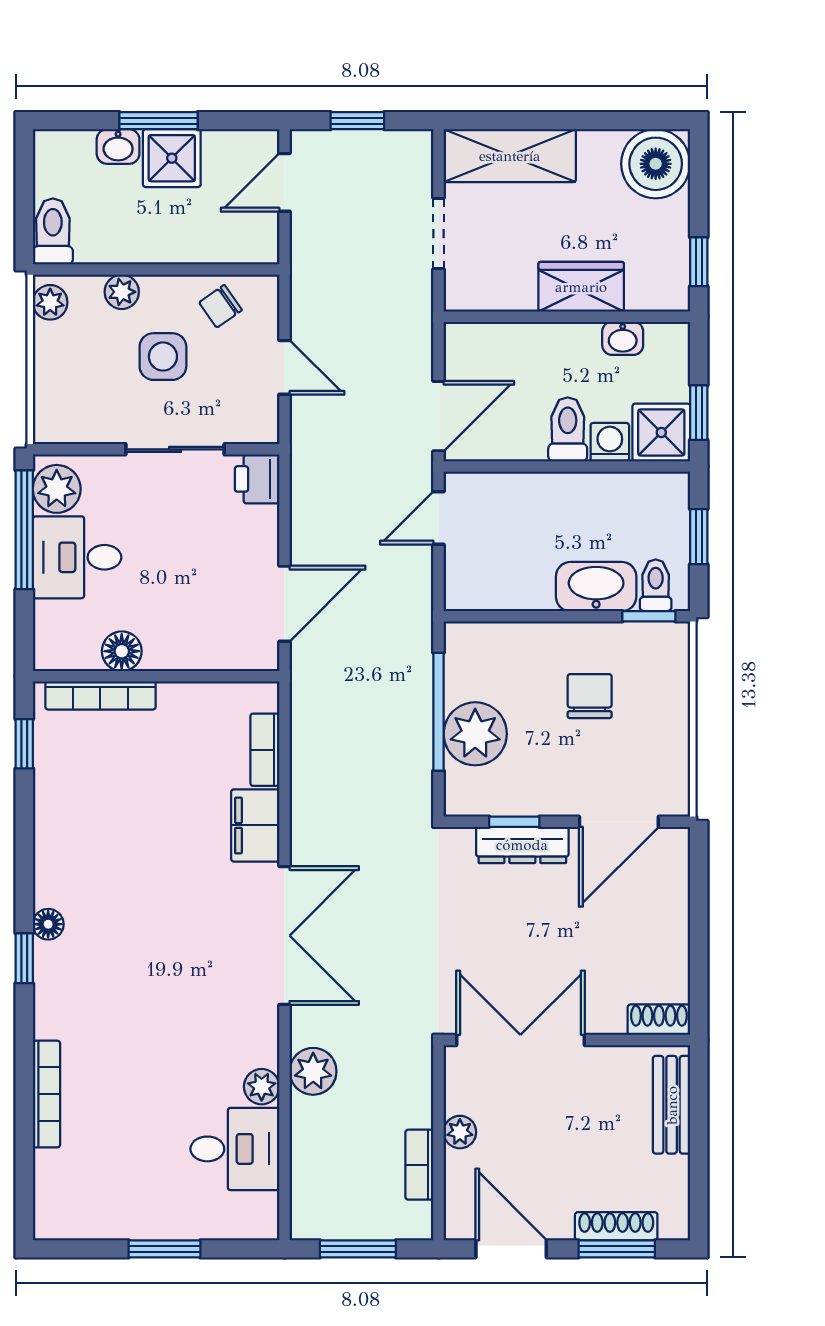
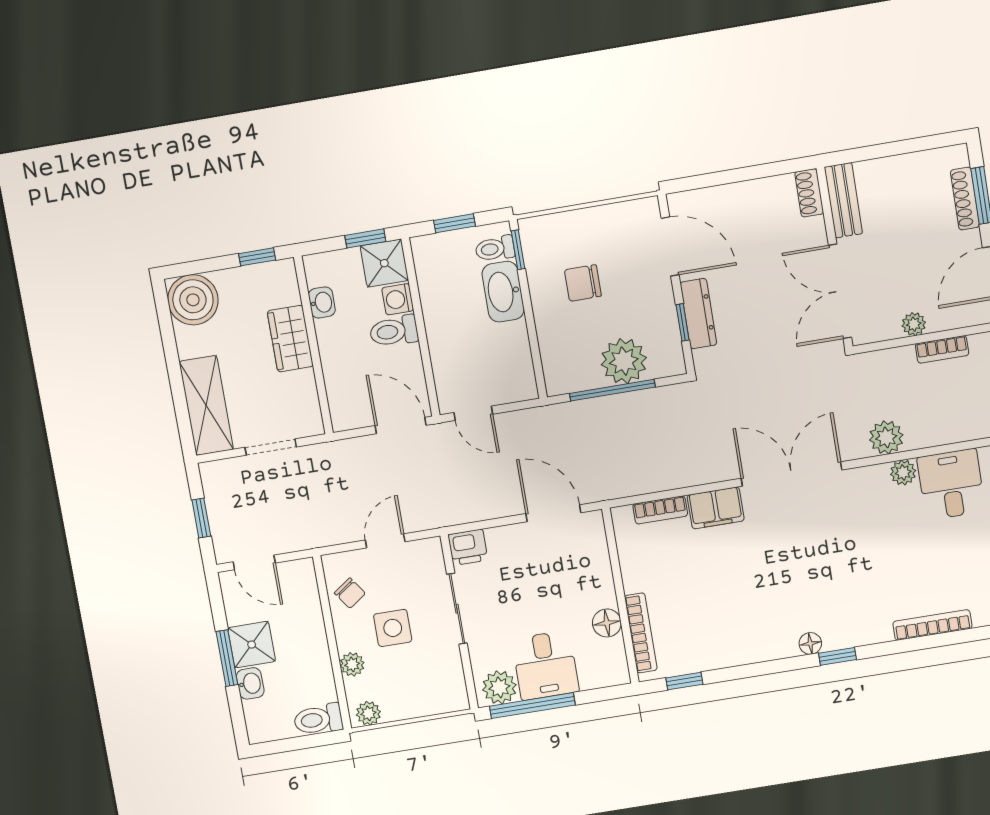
bench: (672, 1105) -> (843, 200), moved, turned 90

